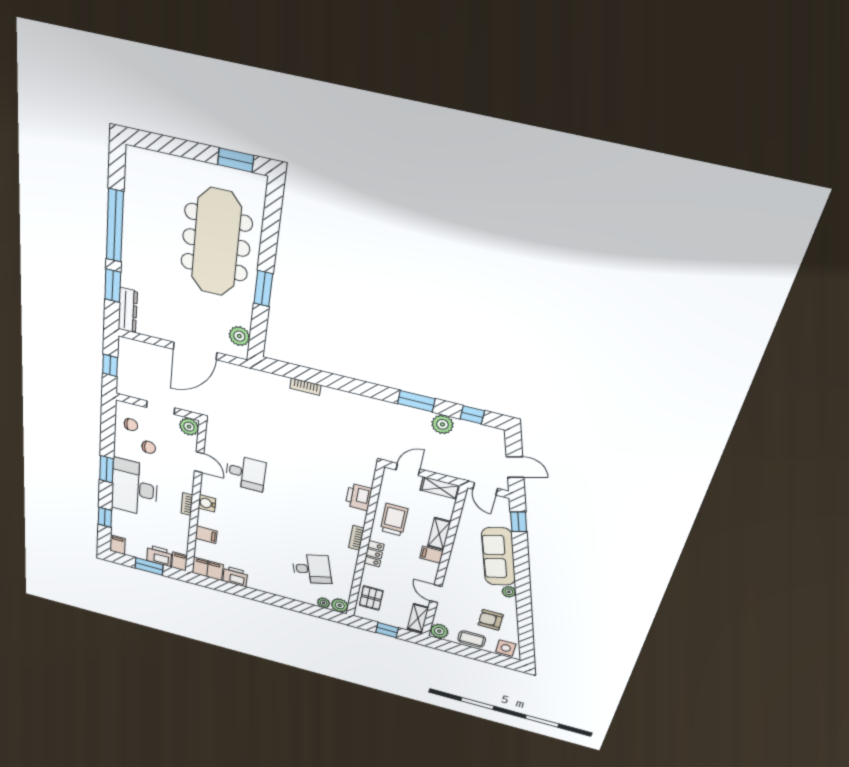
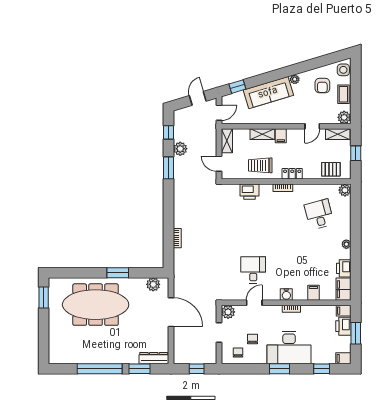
plant: (324, 603) -> (346, 244), moved

